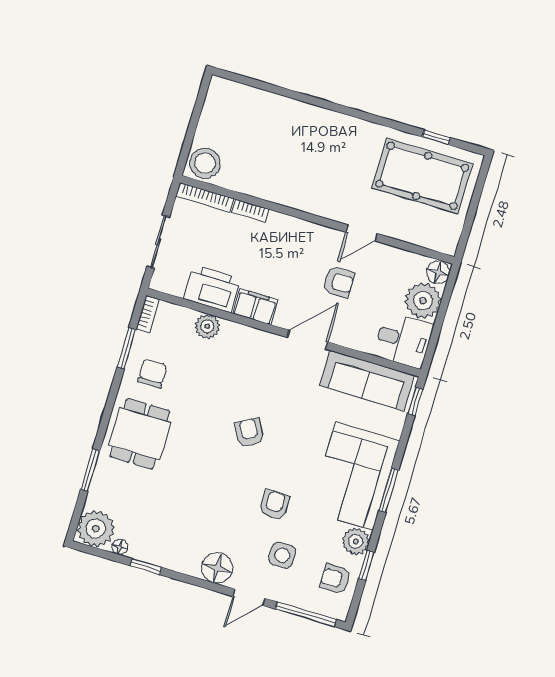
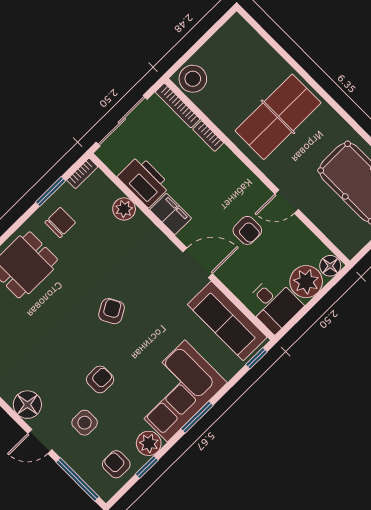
table tennis table: (308, 155) -> (278, 117), added
sliding door: (158, 242) -> (122, 121), width x1.37

